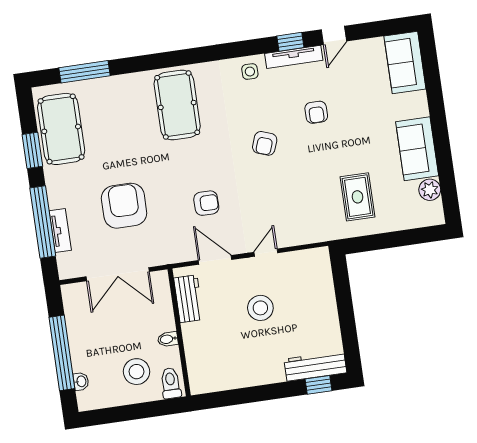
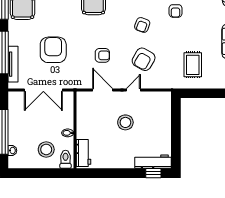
armchair: (275, 200) -> (144, 59), added
tv unit: (60, 230) -> (13, 64), width x1.41
workbench: (188, 299) -> (83, 153), moved

